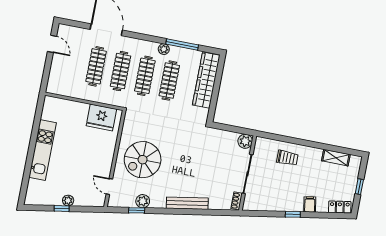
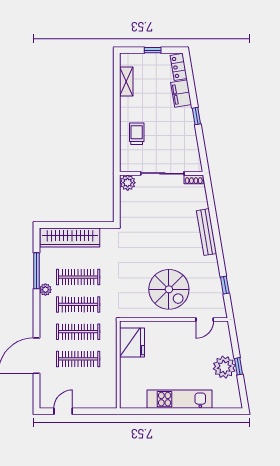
plant: (68, 201) -> (224, 367), width x1.87, depth x1.87
plant: (143, 201) -> (214, 280), removed
filing cabinet: (310, 204) -> (181, 94), width x2.00

